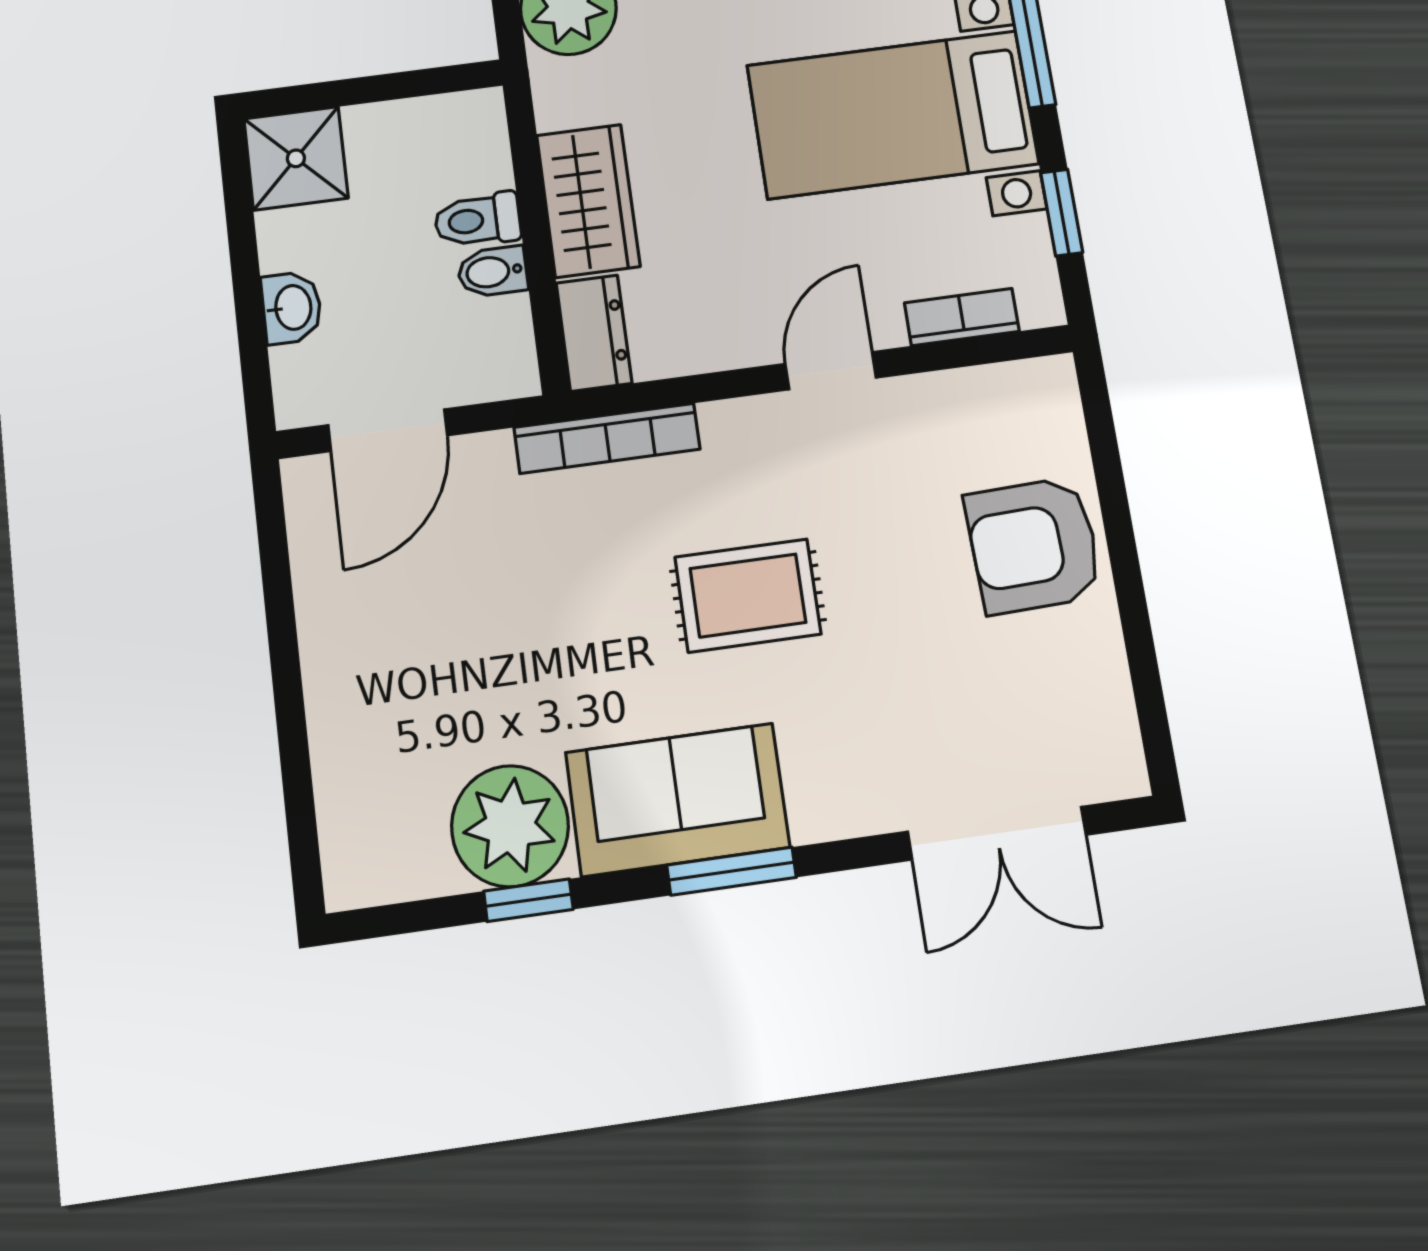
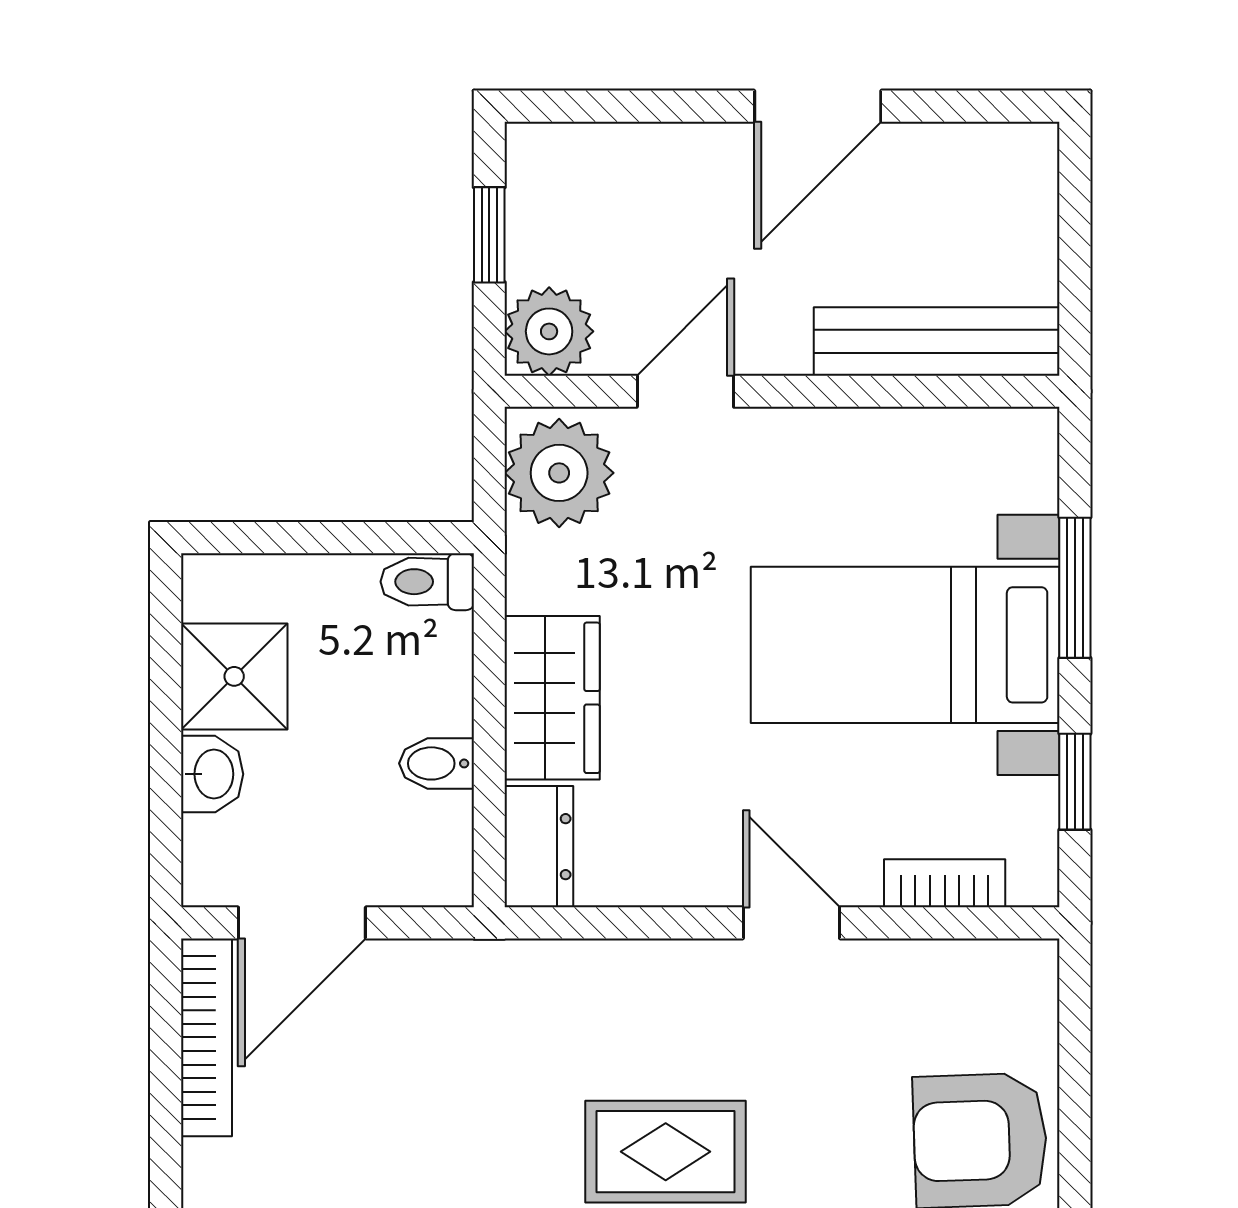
shower: (296, 158) -> (234, 676), moved
toilet: (478, 220) -> (427, 582), moved
door: (831, 371) -> (791, 923), hinge flipped
bookcase: (607, 438) -> (206, 1037), moved, turned -90

